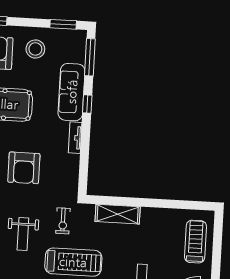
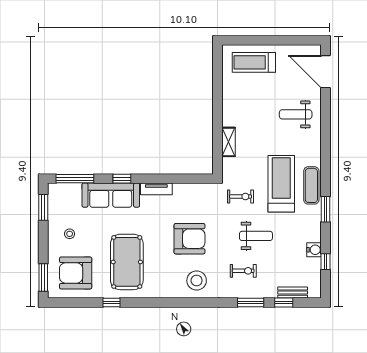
stool: (35, 49) -> (70, 234), width x0.53, depth x0.53
shelving: (118, 214) -> (228, 142), width x0.67, depth x0.75

